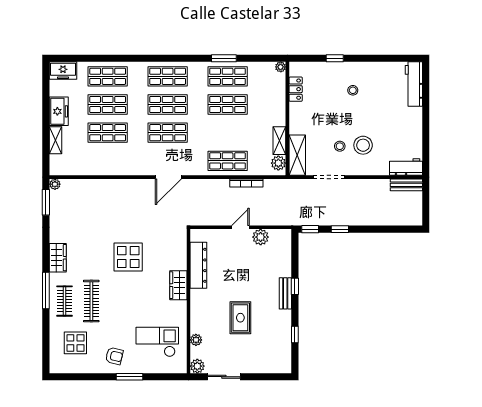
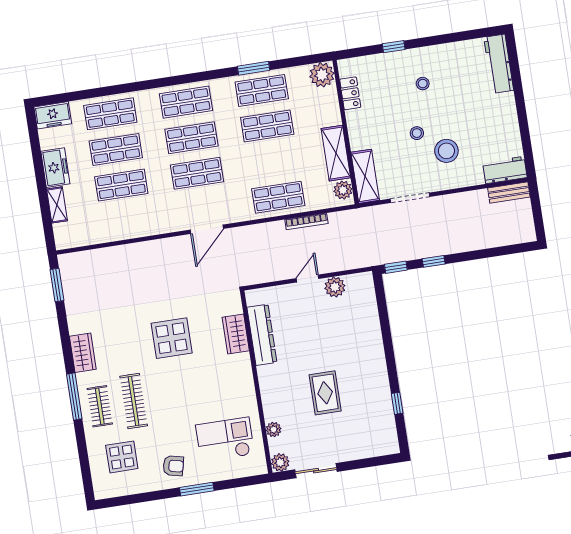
plant: (281, 67) -> (322, 75), width x1.87, depth x1.87
shelving: (279, 141) -> (336, 153), width x1.50, depth x1.33
stool: (340, 146) -> (417, 133), moved
plant: (55, 184) -> (65, 260), removed
wardrobe: (178, 285) -> (236, 334), moved
window: (295, 286) -> (388, 343), removed
bench: (285, 293) -> (377, 353), removed

